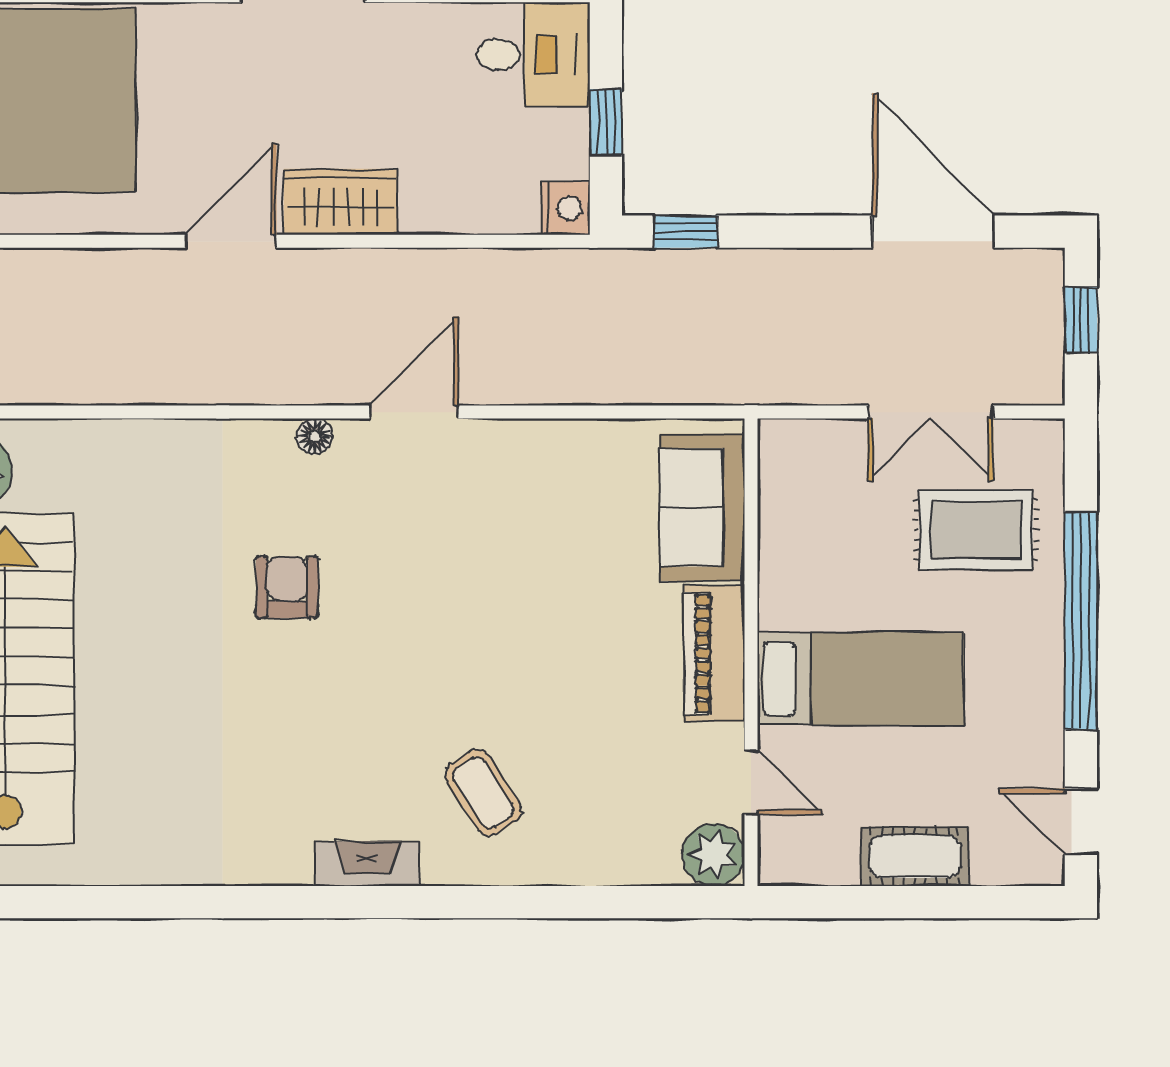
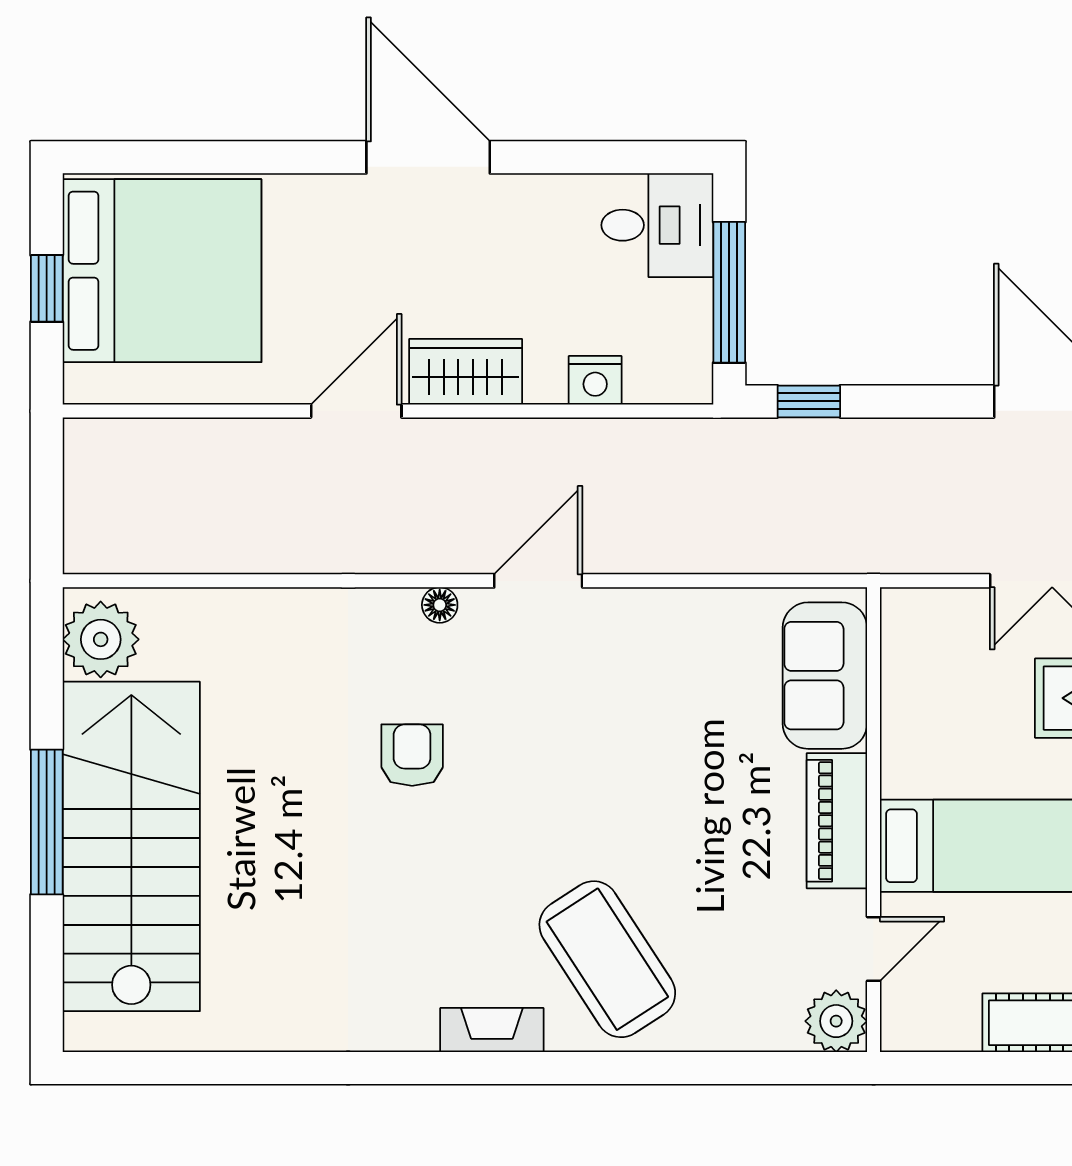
window: (606, 122) -> (729, 292), width x2.17
nightstand: (565, 208) -> (595, 380), moved, turned 90
door: (751, 782) -> (874, 949), hinge flipped
coffee table: (483, 793) -> (607, 959), width x1.86, depth x1.72

